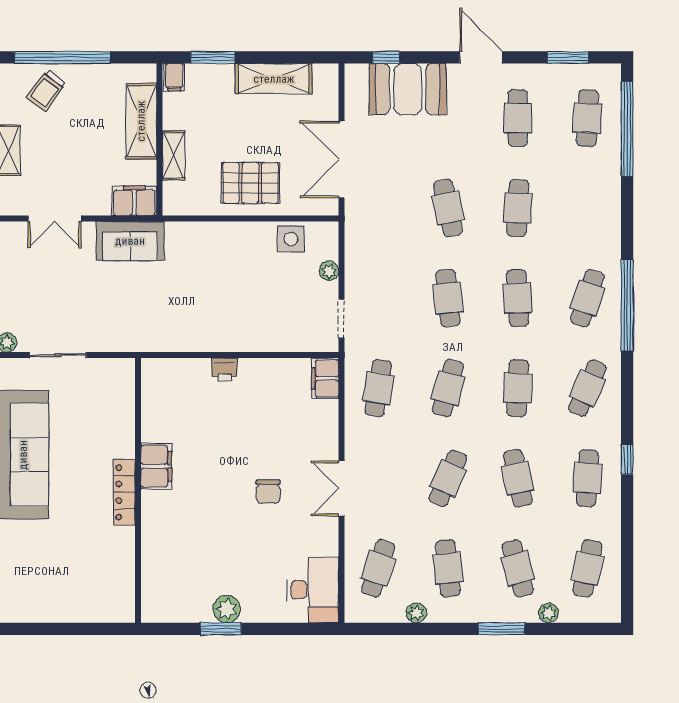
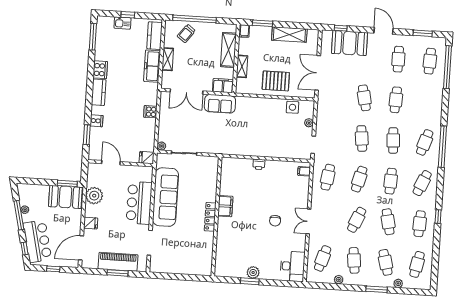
double door: (55, 219) -> (187, 91), width x1.37
filing cabinet: (325, 379) -> (304, 171), width x0.50

